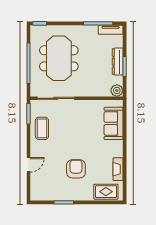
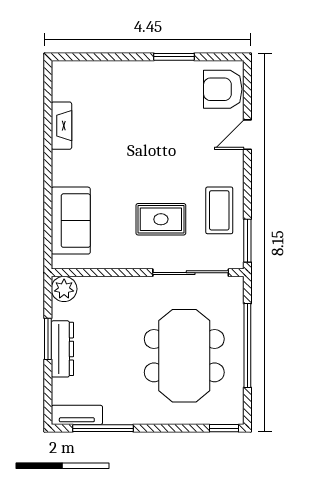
armchair: (76, 169) -> (223, 89), moved, turned 90
rug: (106, 192) -> (161, 219), moved

